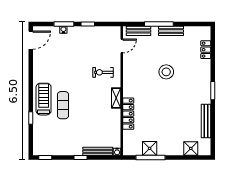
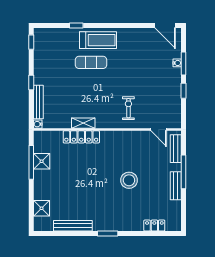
shelving: (116, 98) -> (83, 123), moved

